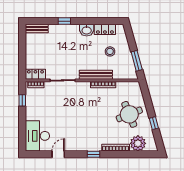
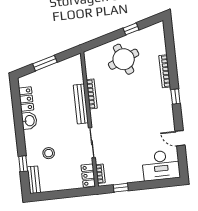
window: (64, 21) -> (23, 164), moved
stool: (110, 51) -> (49, 153), moved
window: (137, 61) -> (45, 63), moved
plant: (138, 143) -> (157, 45), removed

